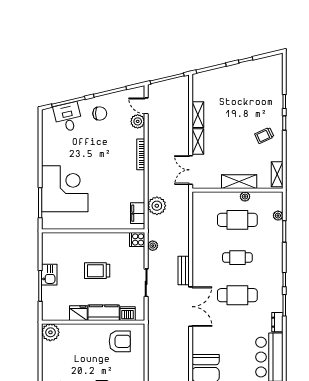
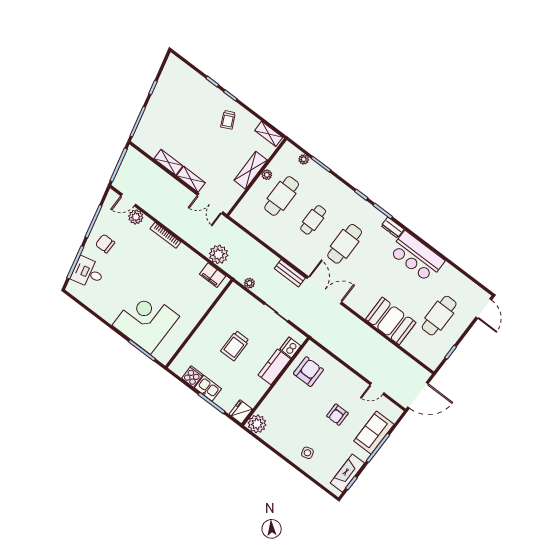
chair: (100, 113) -> (105, 244), turned -90
cooker: (137, 239) -> (192, 376), moved, turned 180
fridge: (78, 313) -> (241, 412), moved

